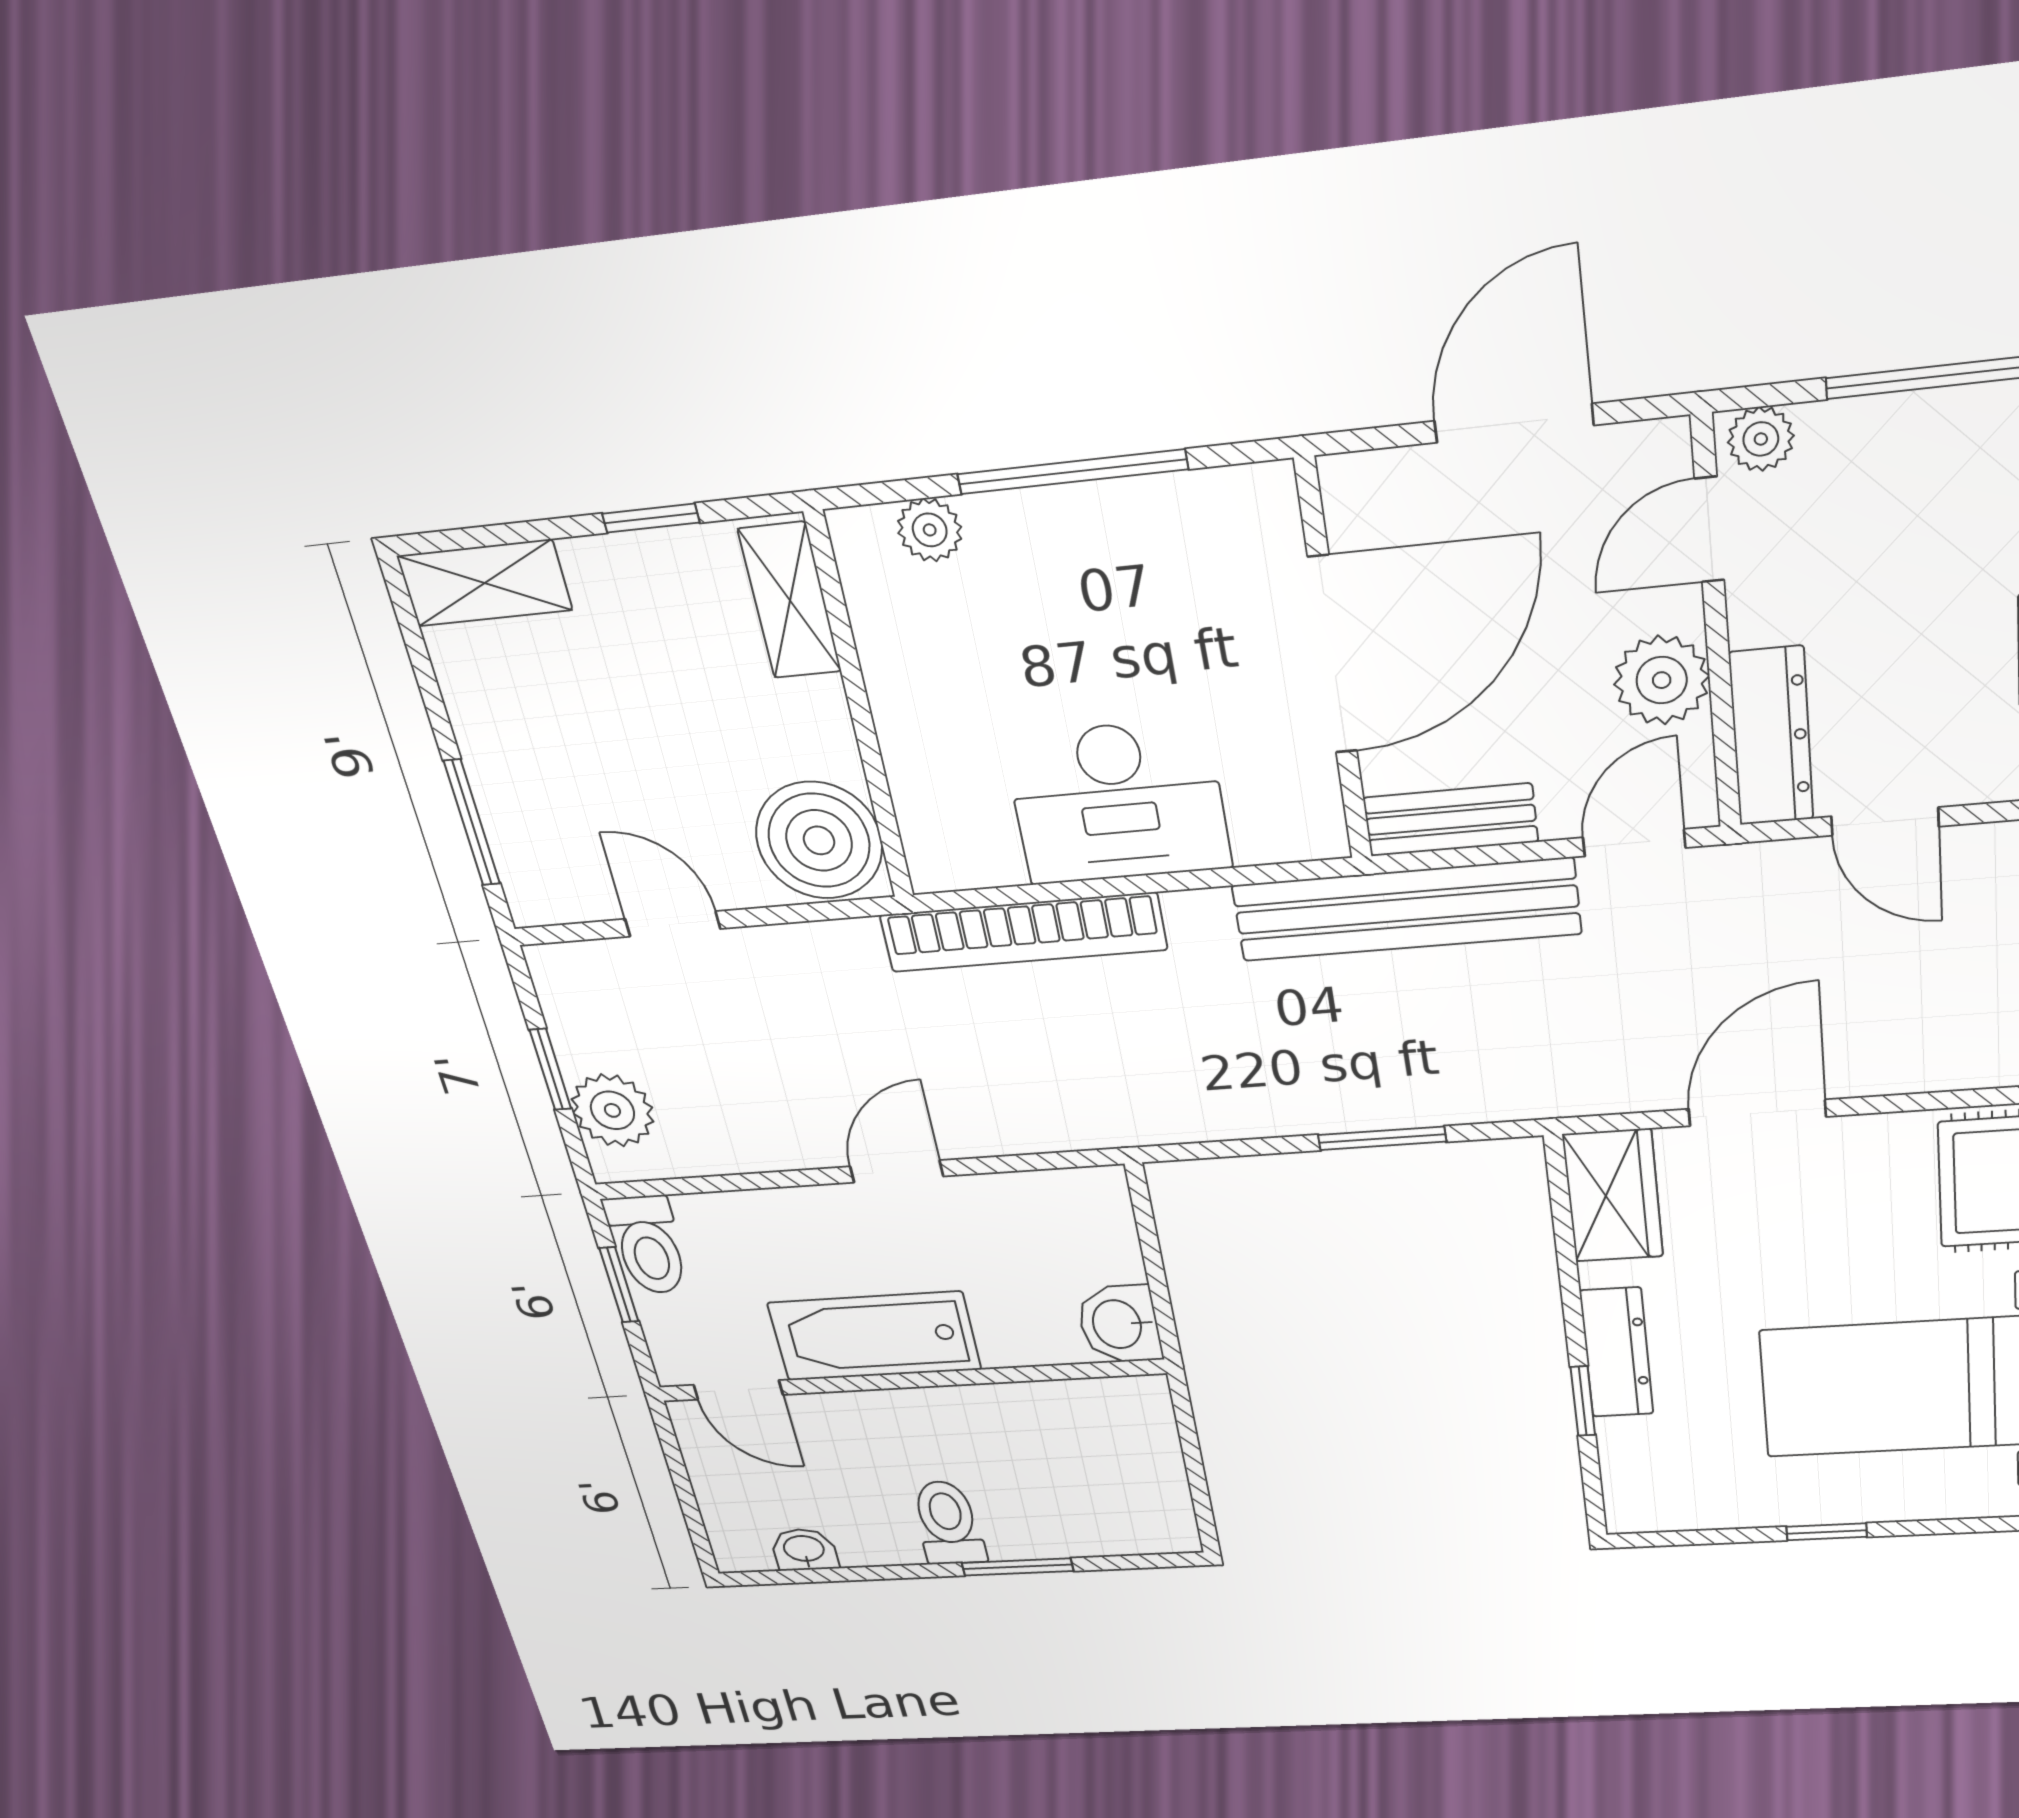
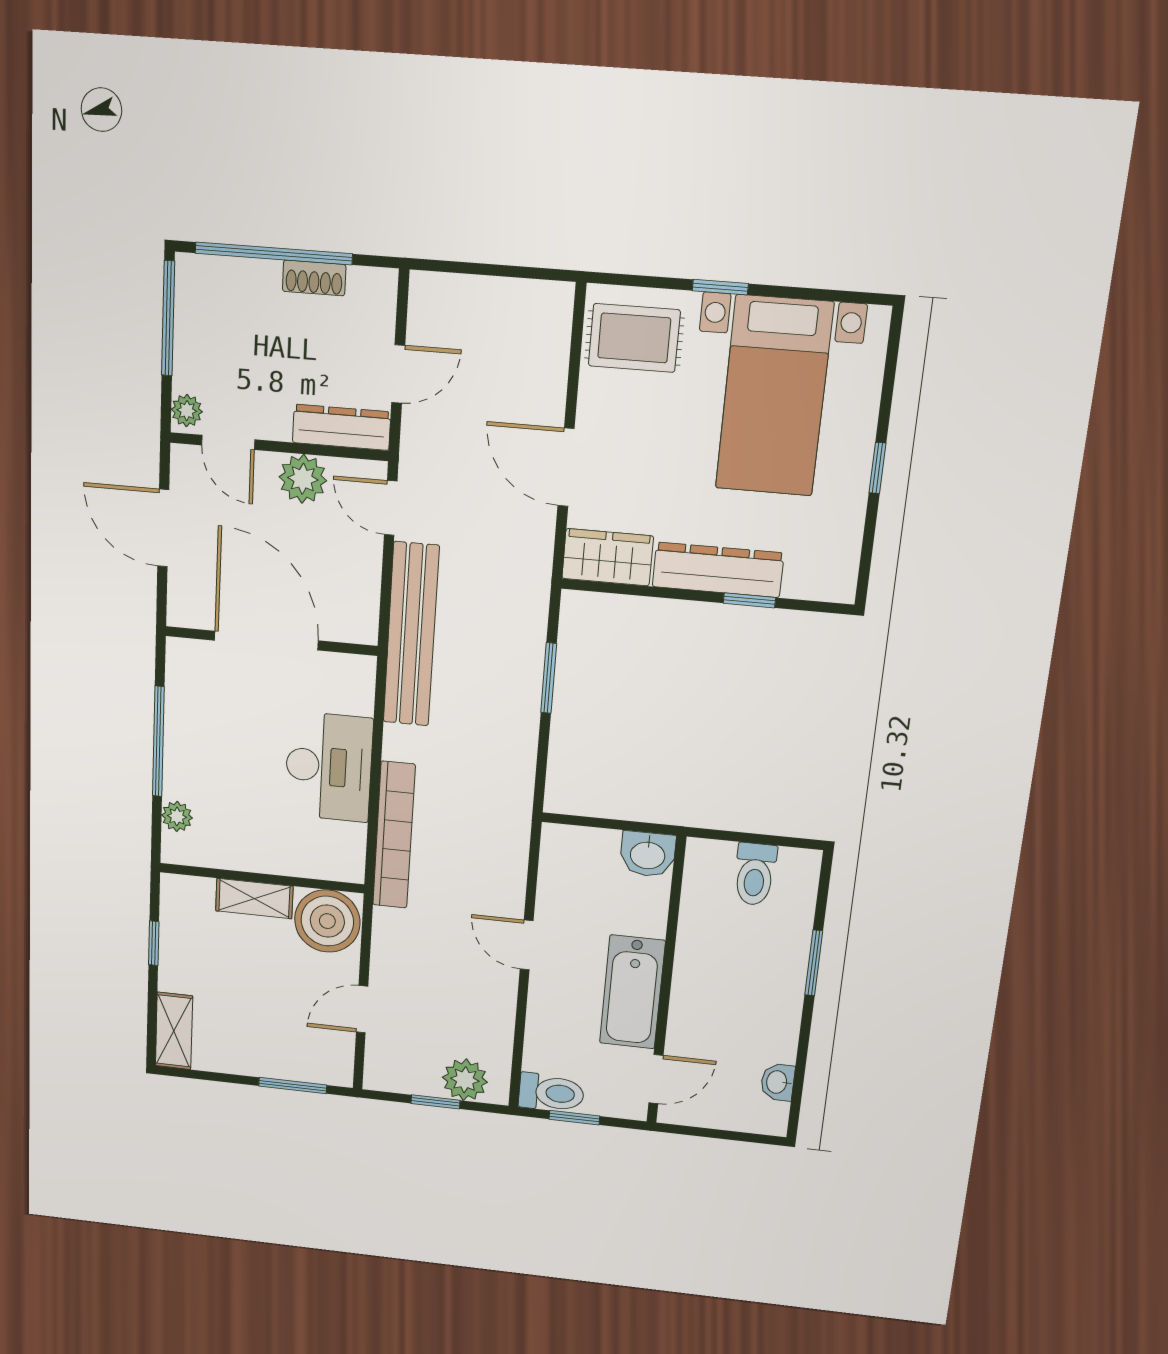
shelving: (790, 601) -> (254, 899), moved
bench: (1451, 820) -> (363, 601), removed
dresser: (1617, 1353) -> (718, 570), width x1.37, depth x1.24
toilet: (948, 1523) -> (755, 874), moved, turned -90

